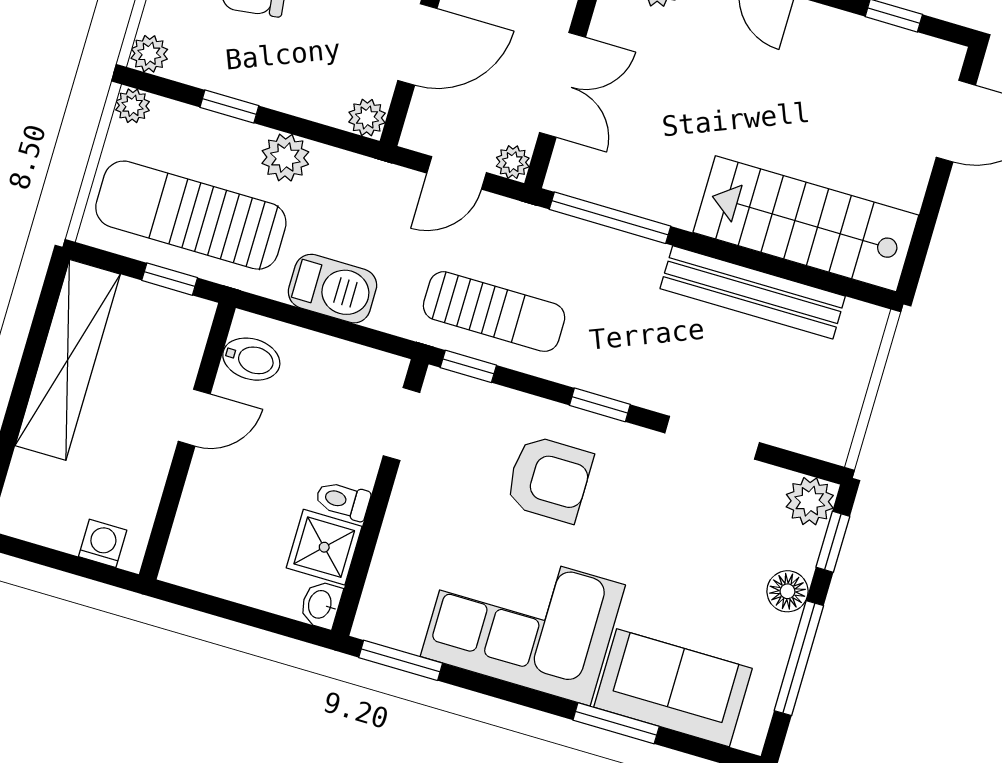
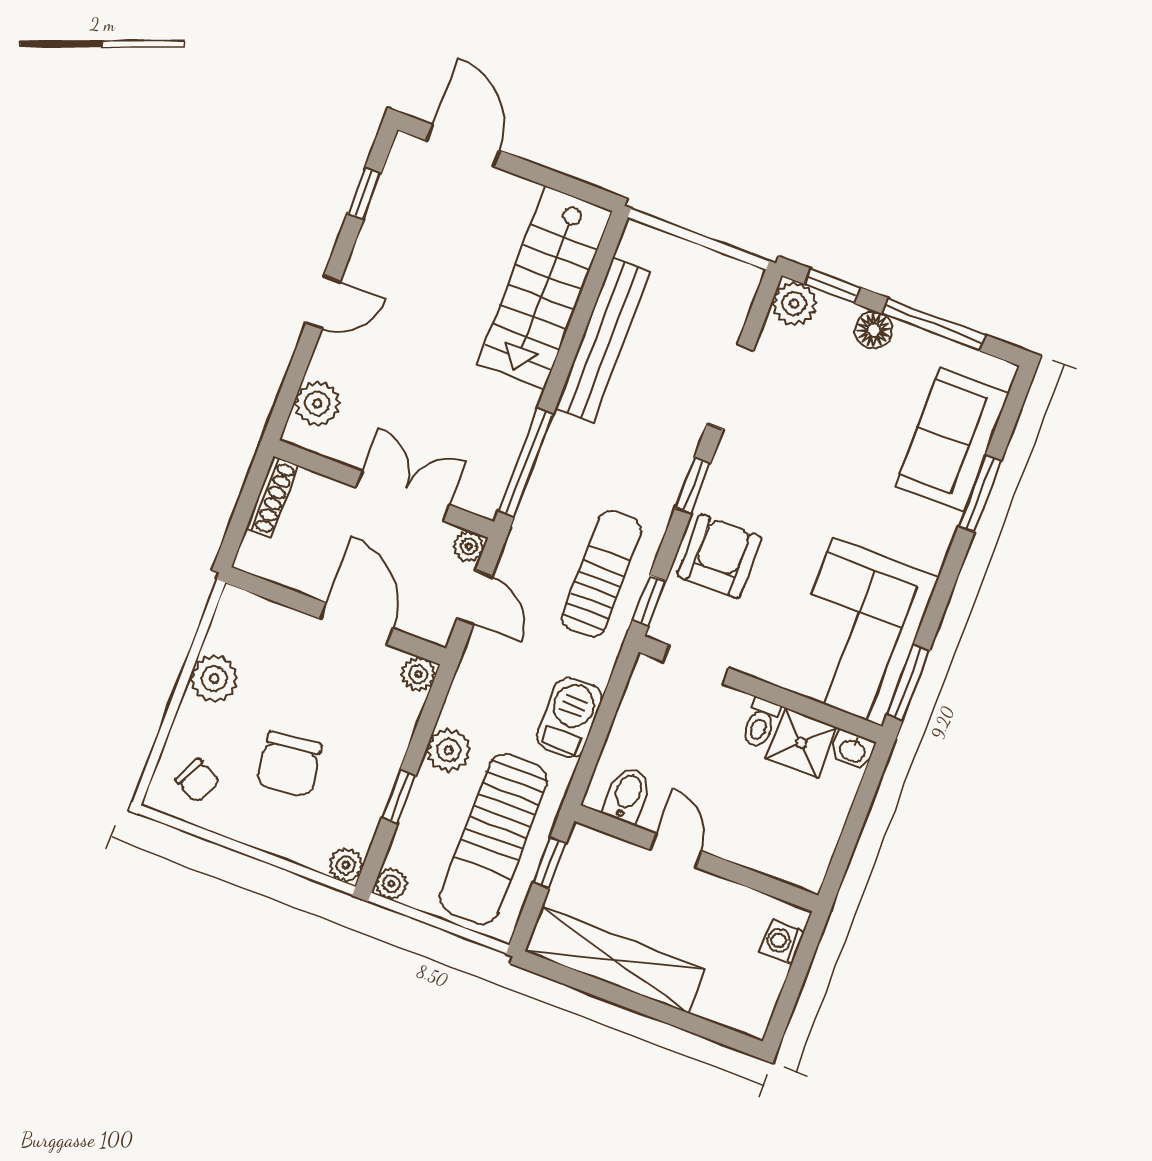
armchair: (549, 479) -> (719, 556), moved
corner sofa: (523, 621) -> (858, 632), moved

